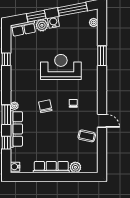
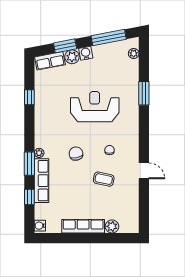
coffee table: (87, 136) -> (104, 179), moved

